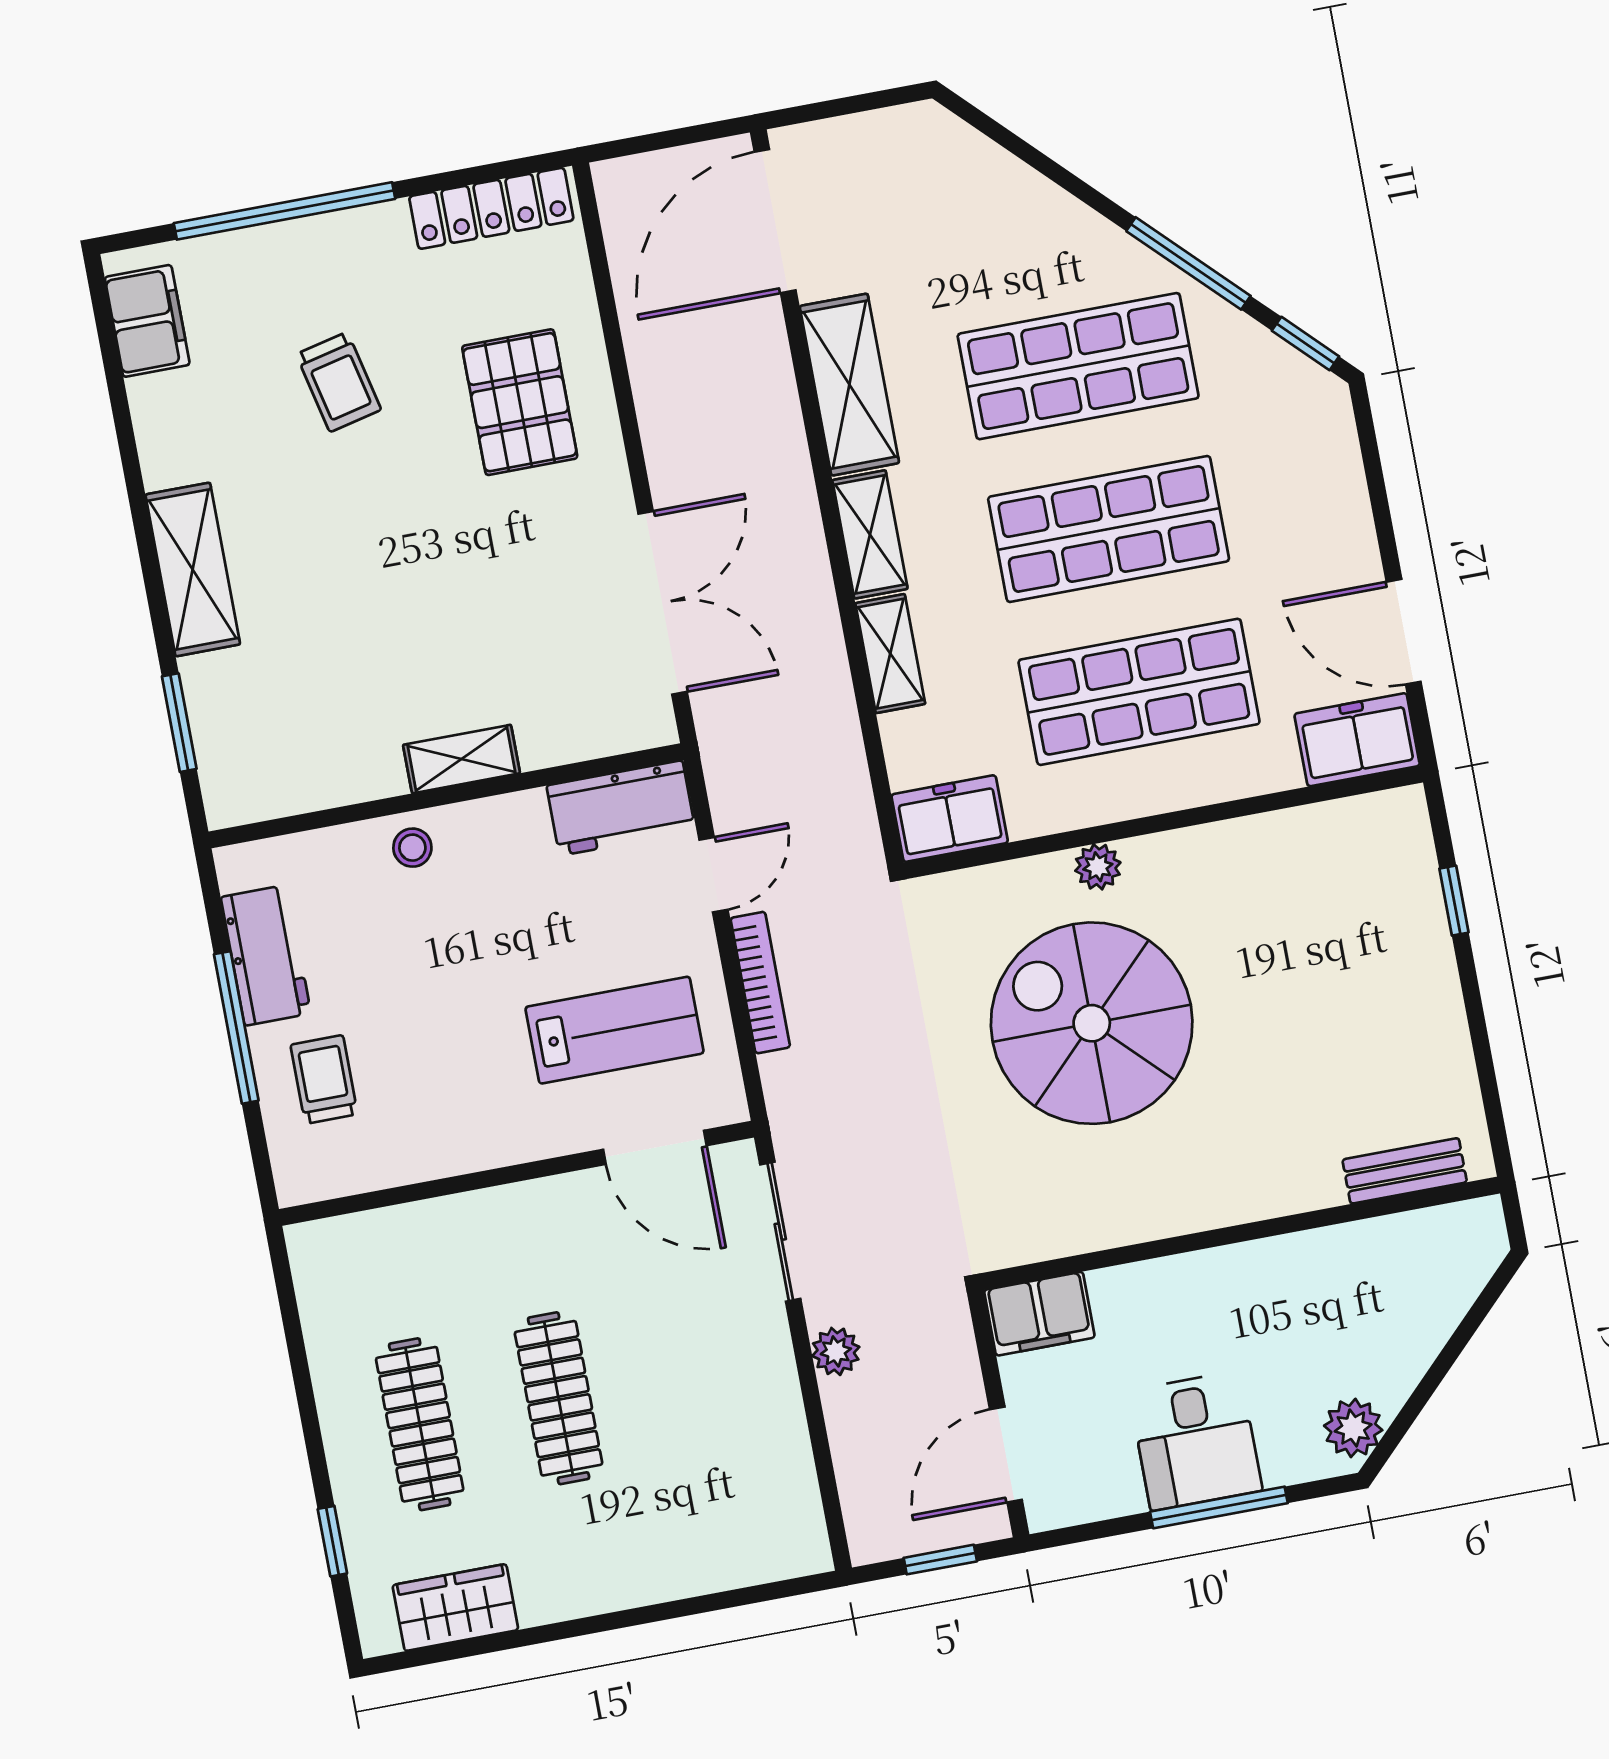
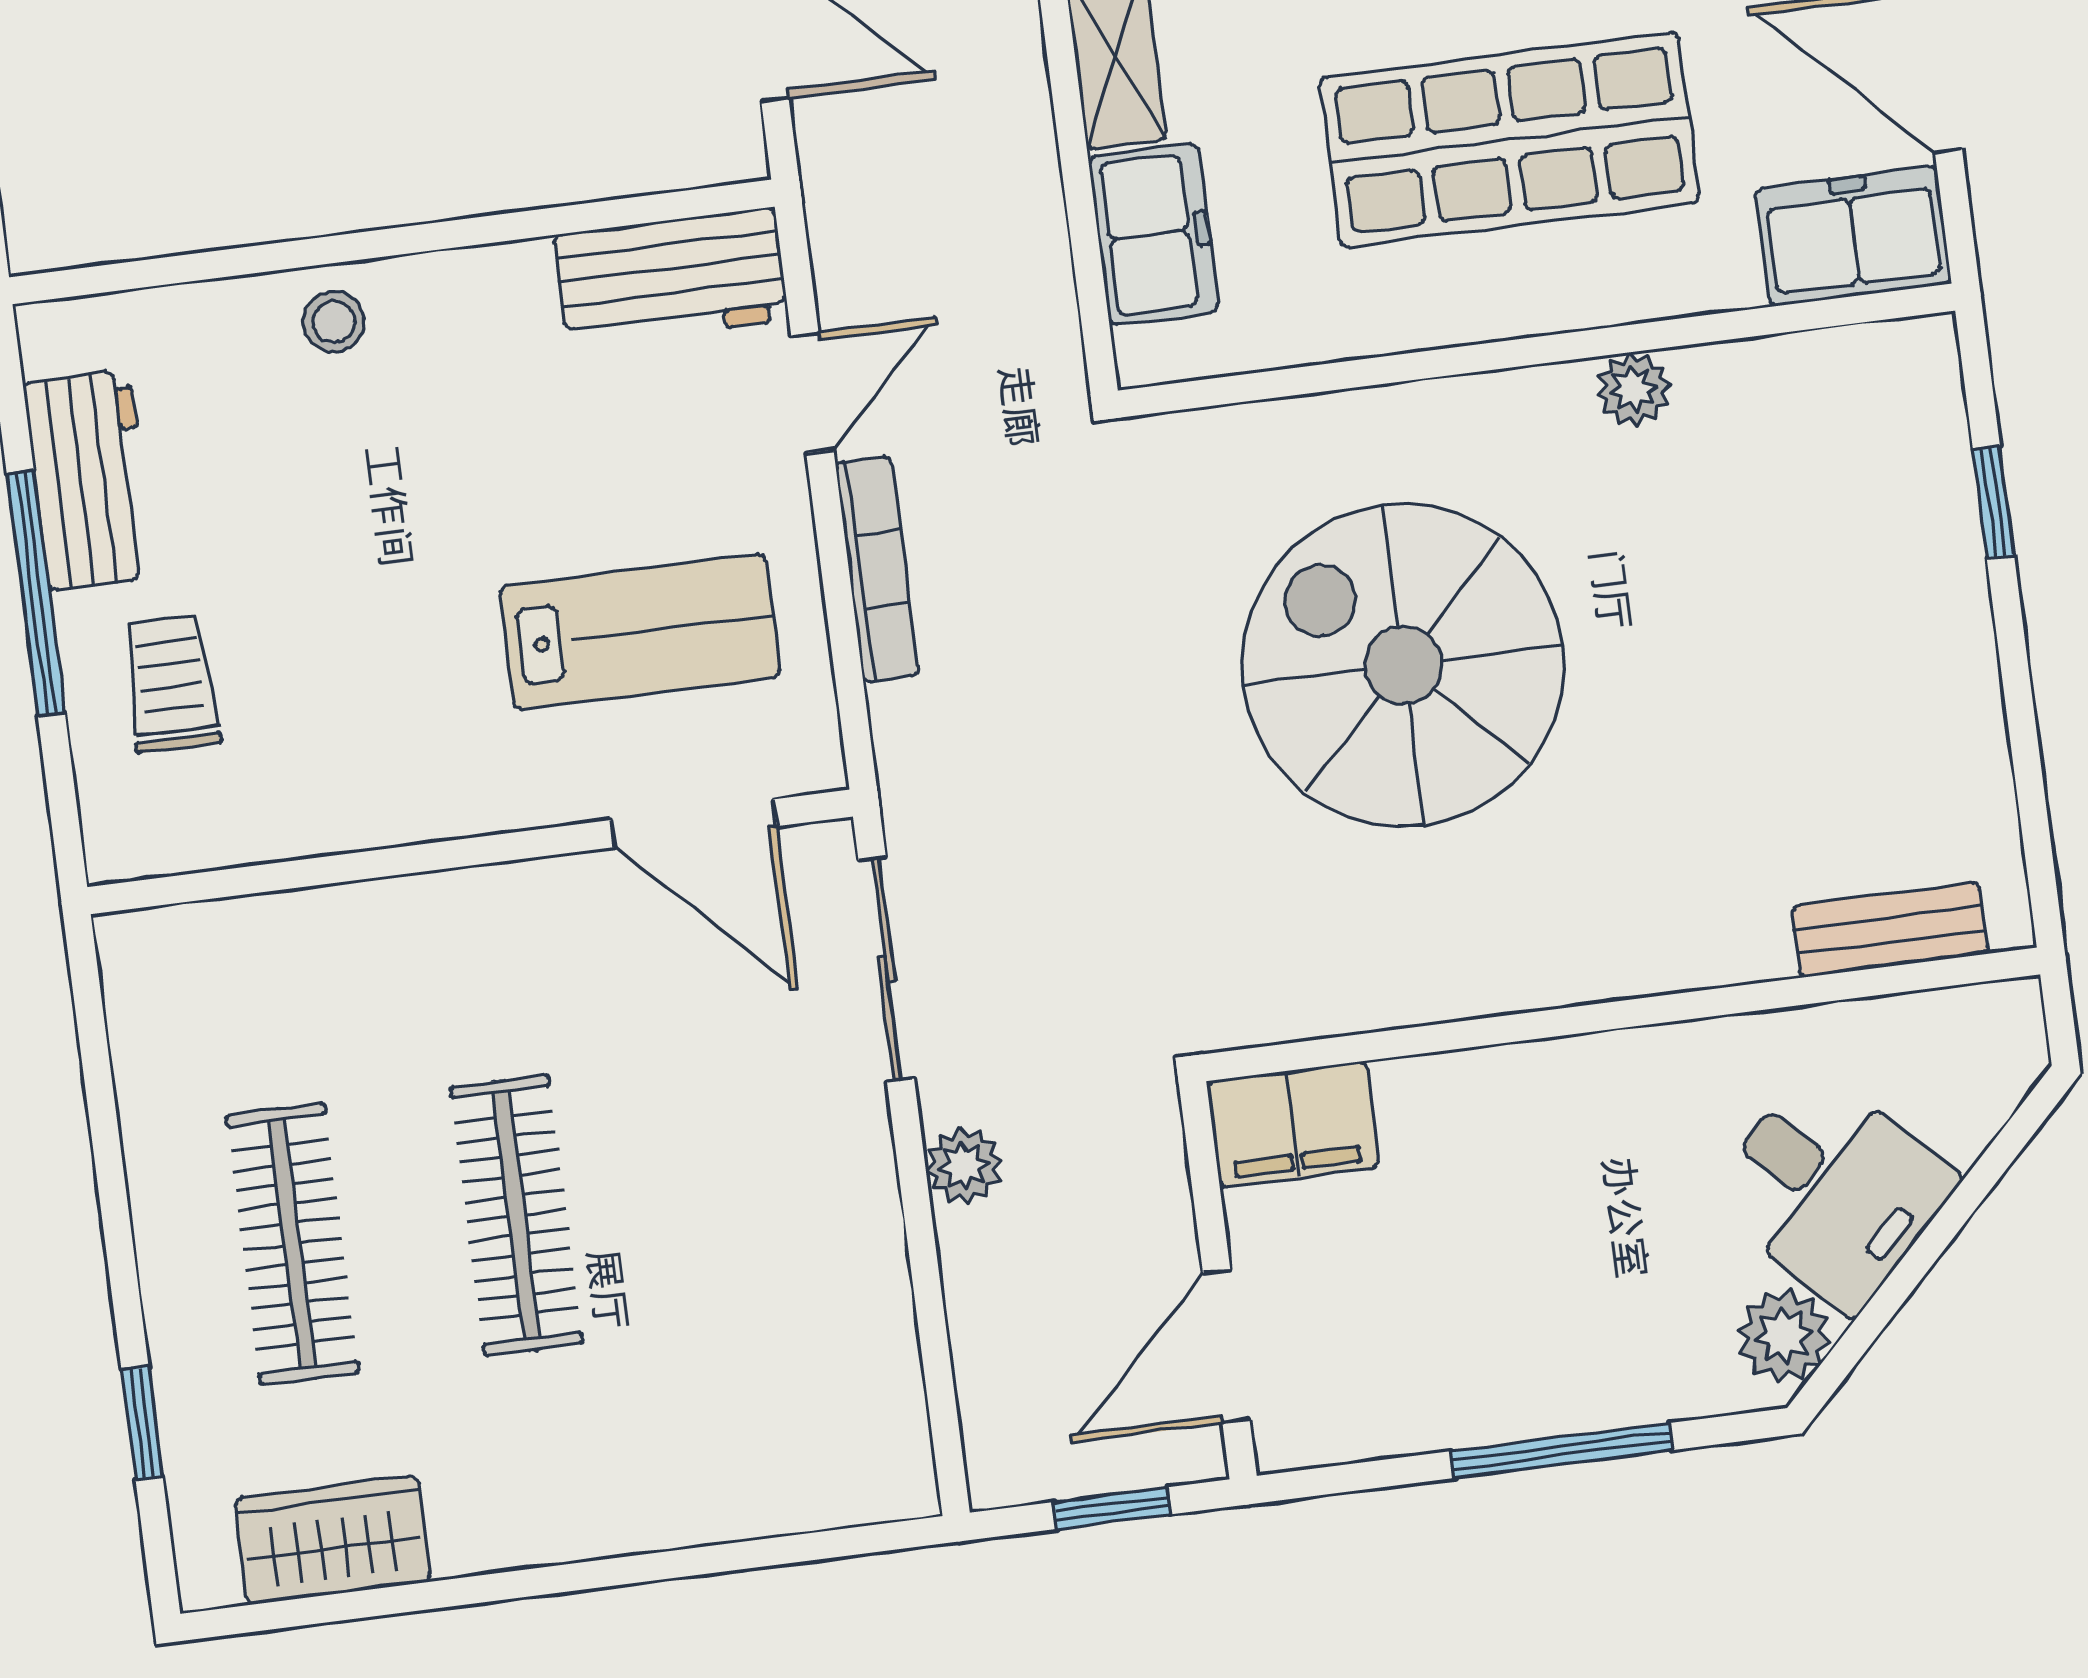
shelving: (461, 759) -> (420, 185), removed
freezer: (950, 819) -> (1153, 234), moved, turned 90
plant: (1098, 867) -> (1633, 389), moved
desk: (1196, 1441) -> (1832, 1189), moved, turned -45

